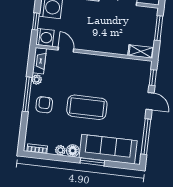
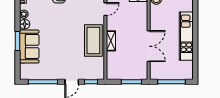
shelving: (141, 51) -> (111, 41), moved
coffee table: (87, 107) -> (93, 41), moved
sofa: (108, 149) -> (29, 47), width x0.73

